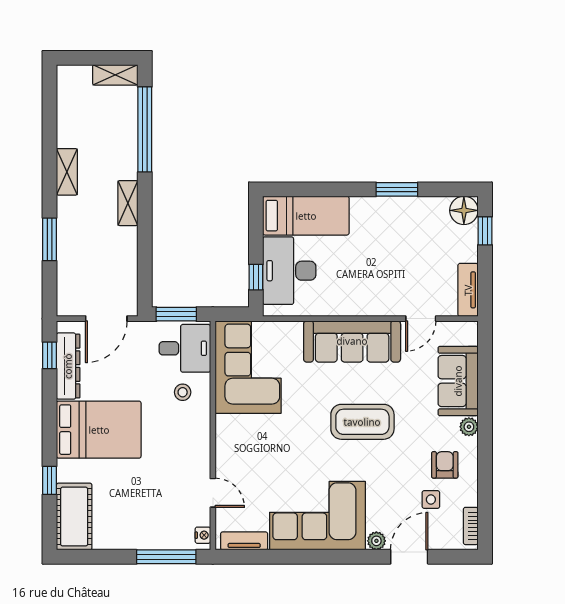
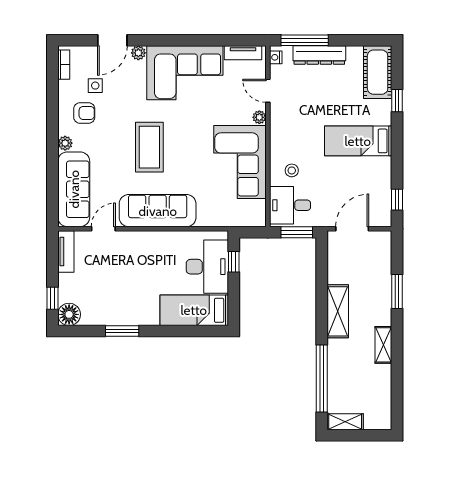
shelving: (128, 203) -> (338, 311), width x1.50, depth x1.33
dresser: (68, 366) -> (319, 55), moved, turned -90
corner sofa: (248, 367) -> (240, 162), moved
sofa: (458, 381) -> (74, 189), width x1.36
coffee table: (362, 422) -> (149, 147), turned 90
bed: (99, 430) -> (358, 141), width x0.67
plant: (224, 459) -> (259, 117), added
armchair: (445, 465) -> (84, 113), turned -90

